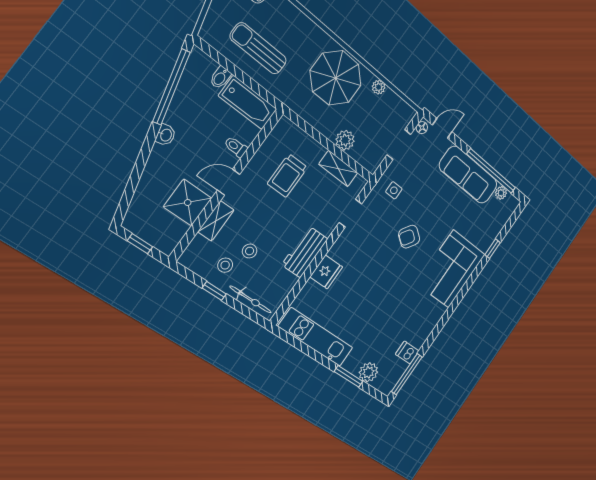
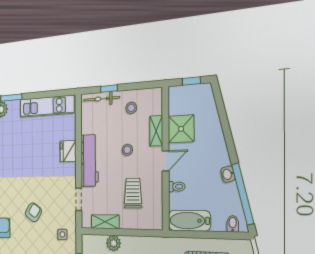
bidet: (220, 78) -> (233, 224), moved
washbasin: (166, 135) -> (228, 174), moved
stool: (250, 251) -> (127, 150), moved
workbench: (305, 252) -> (90, 161), width x1.38
window: (214, 291) -> (109, 89), moved

